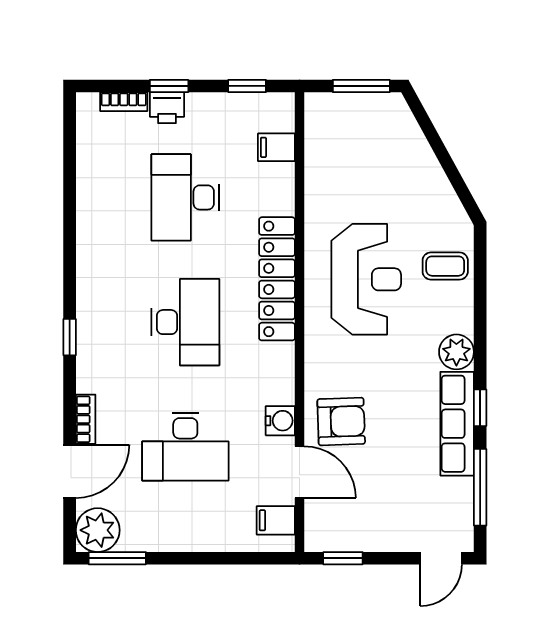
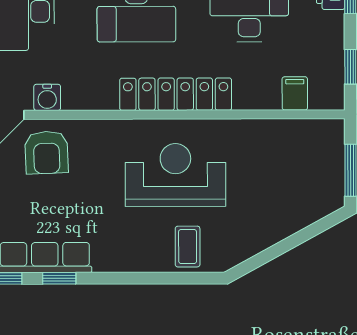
reception desk: (366, 279) -> (175, 175), turned 180
plant: (456, 352) -> (110, 257), removed

